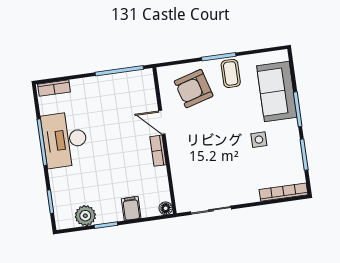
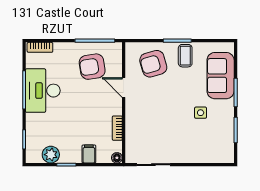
armchair: (120, 102) -> (92, 67), added
bookcase: (158, 151) -> (117, 128), moved
bookcase: (284, 192) -> (215, 158), removed

